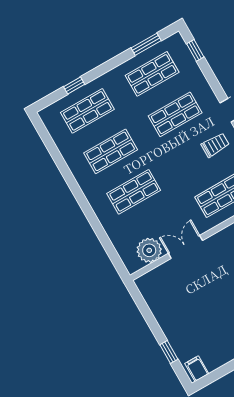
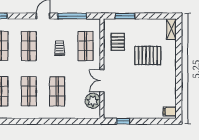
trolley: (215, 145) -> (60, 48), moved
window: (169, 352) -> (123, 121), moved

